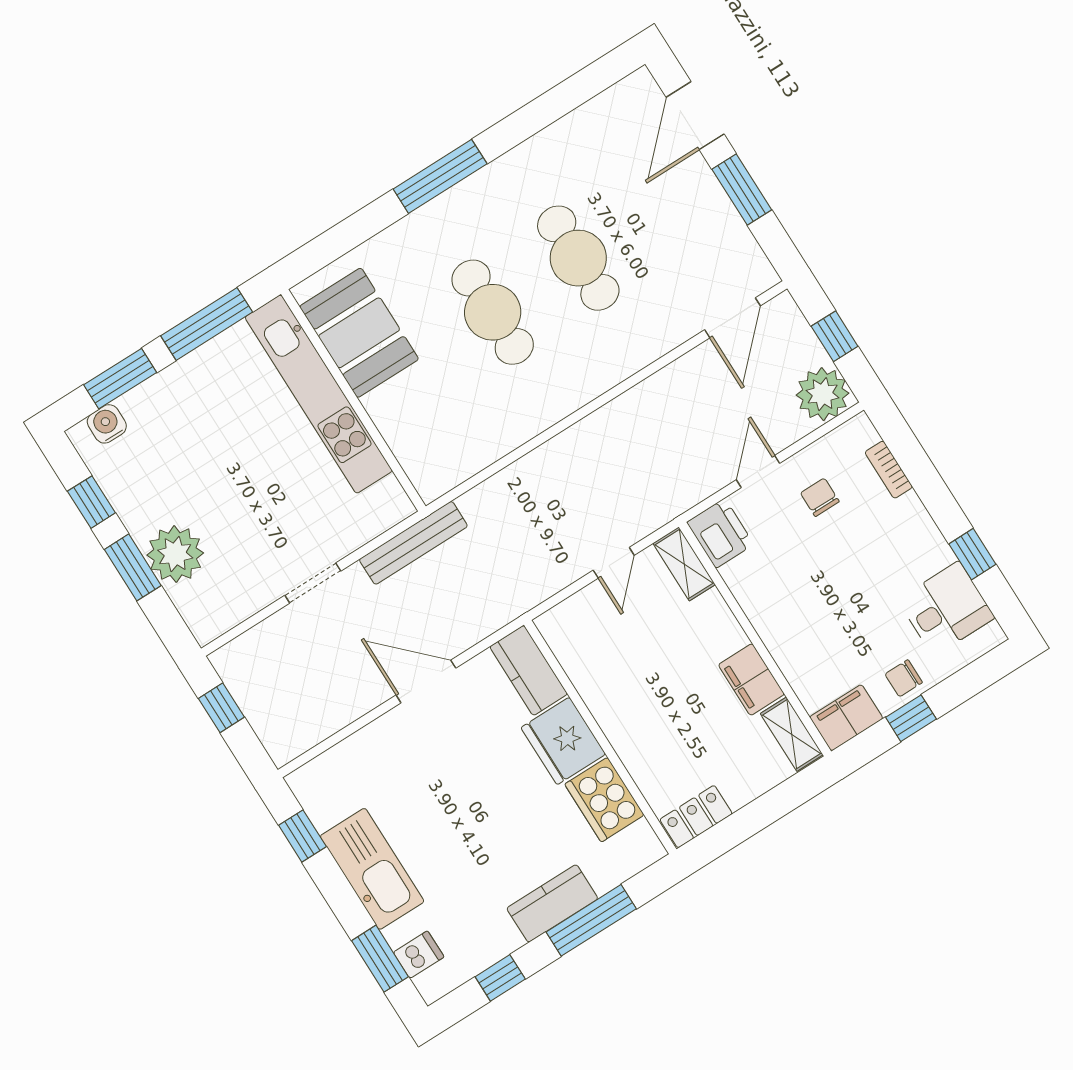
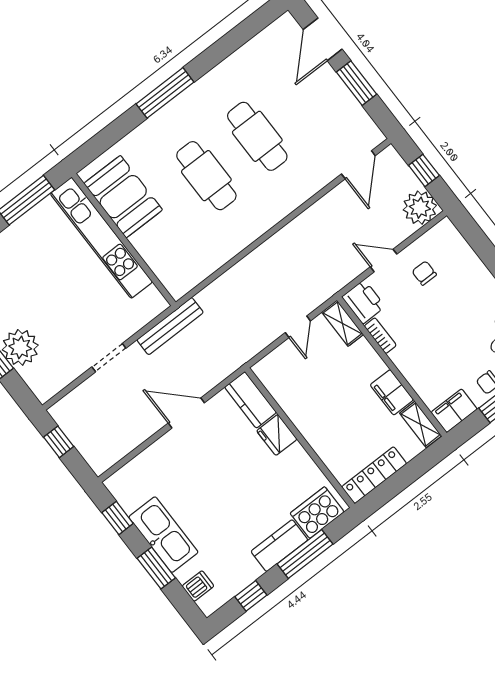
bookcase: (889, 470) -> (380, 336), moved, turned 180
door: (758, 472) -> (384, 260), hinge flipped
fridge: (563, 741) -> (277, 435), width x0.73, depth x0.75
cooker: (604, 800) -> (317, 513), moved, turned 90
locker: (696, 817) -> (374, 475), width x1.53
window: (380, 959) -> (156, 568), moved

